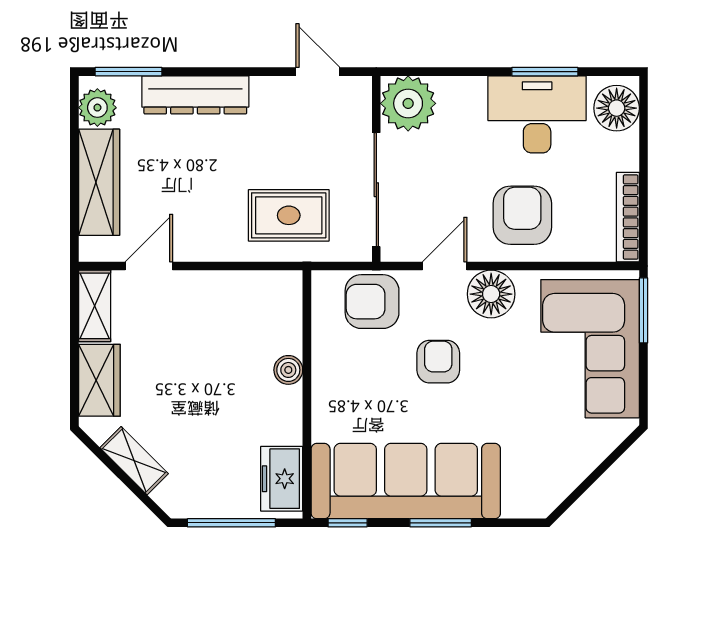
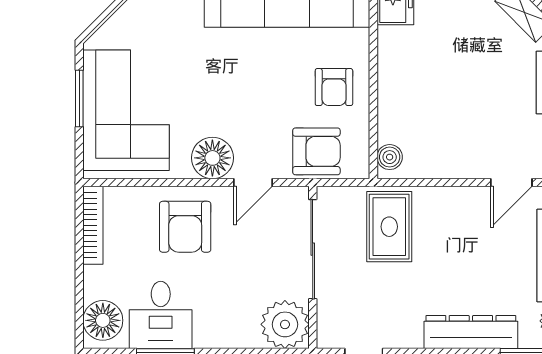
desk: (537, 114) -> (161, 315), width x0.73
rug: (289, 215) -> (389, 227), turned 90
window: (644, 310) -> (79, 99), moved
armchair: (438, 362) -> (334, 87), moved
boiler: (288, 370) -> (390, 157), moved

